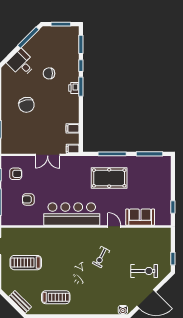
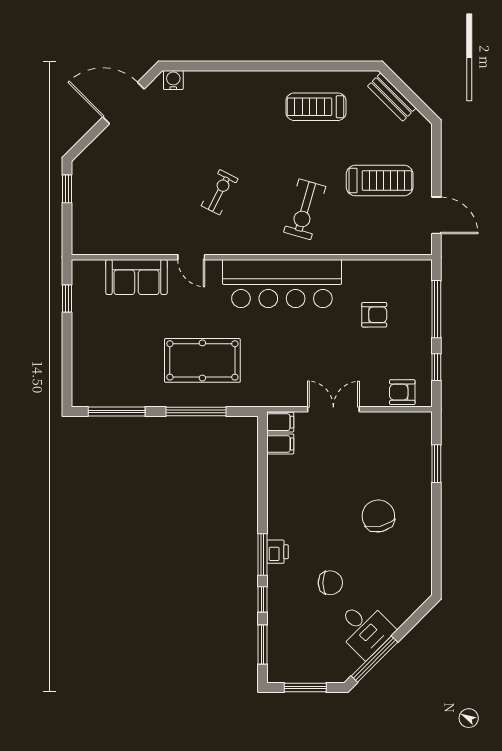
desk: (22, 63) -> (364, 629), moved
filing cabinet: (73, 128) -> (280, 444), moved
armchair: (16, 174) -> (402, 392), moved
exercise bike: (144, 271) -> (305, 209), moved, turned -74

